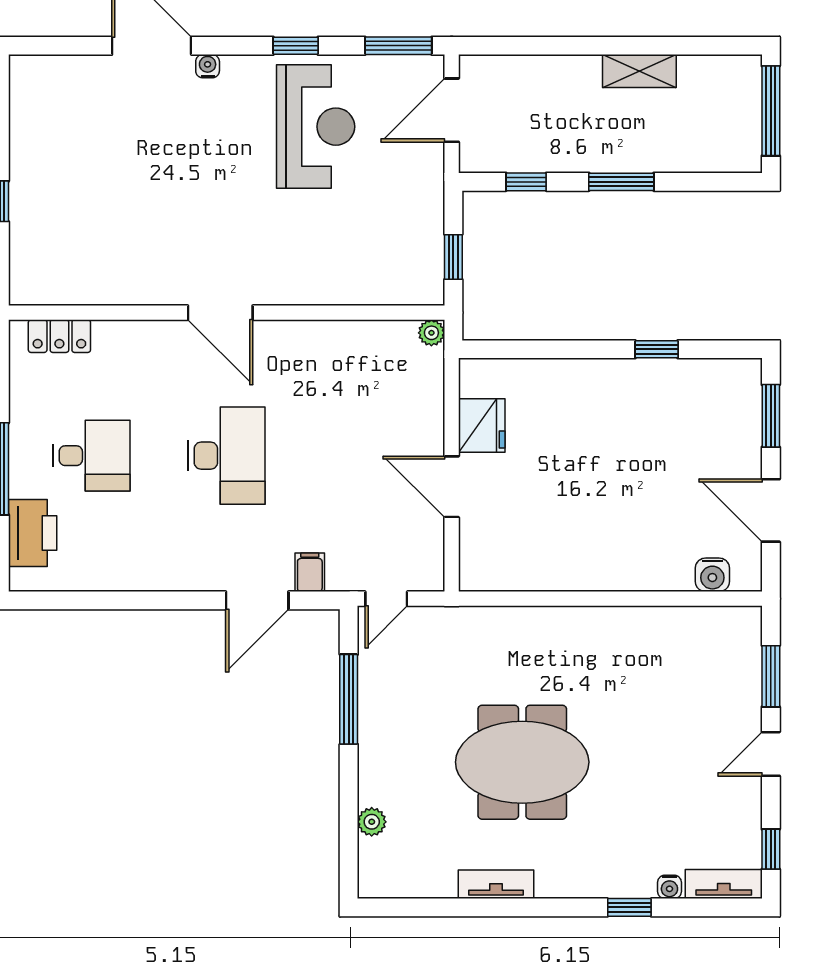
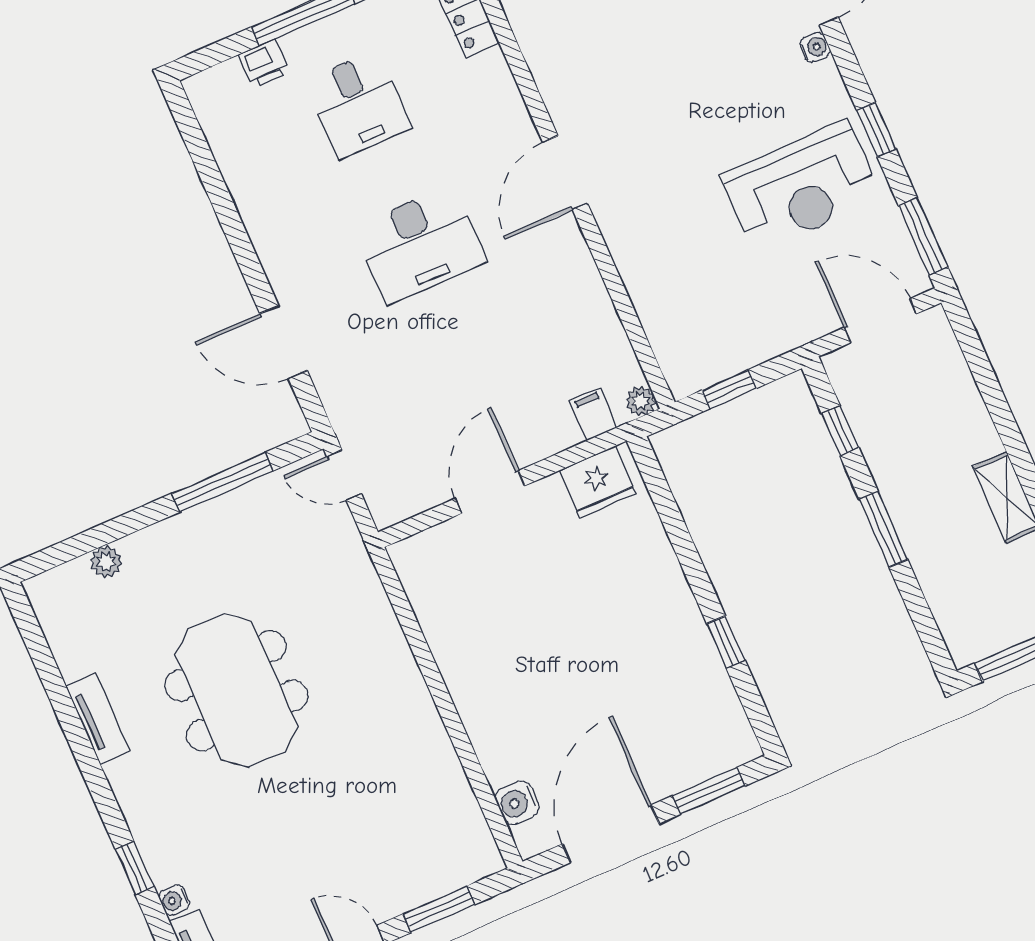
fridge: (482, 426) -> (598, 482), moved
door: (771, 510) -> (611, 834), width x1.36
printer: (33, 533) -> (264, 63), width x0.53, depth x0.68
filing cabinet: (310, 572) -> (593, 414), moved, turned -90

